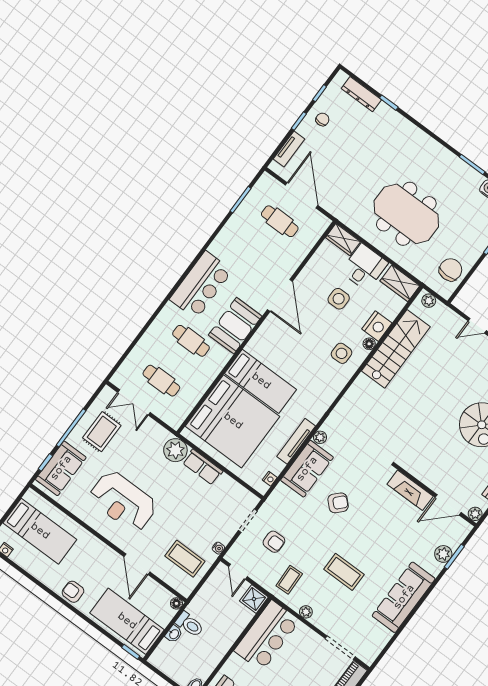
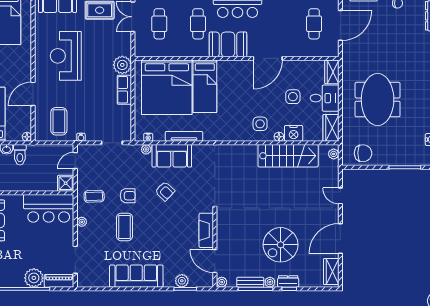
plant: (320, 437) -> (146, 149), moved
armchair: (274, 542) -> (128, 196), moved, turned -90

